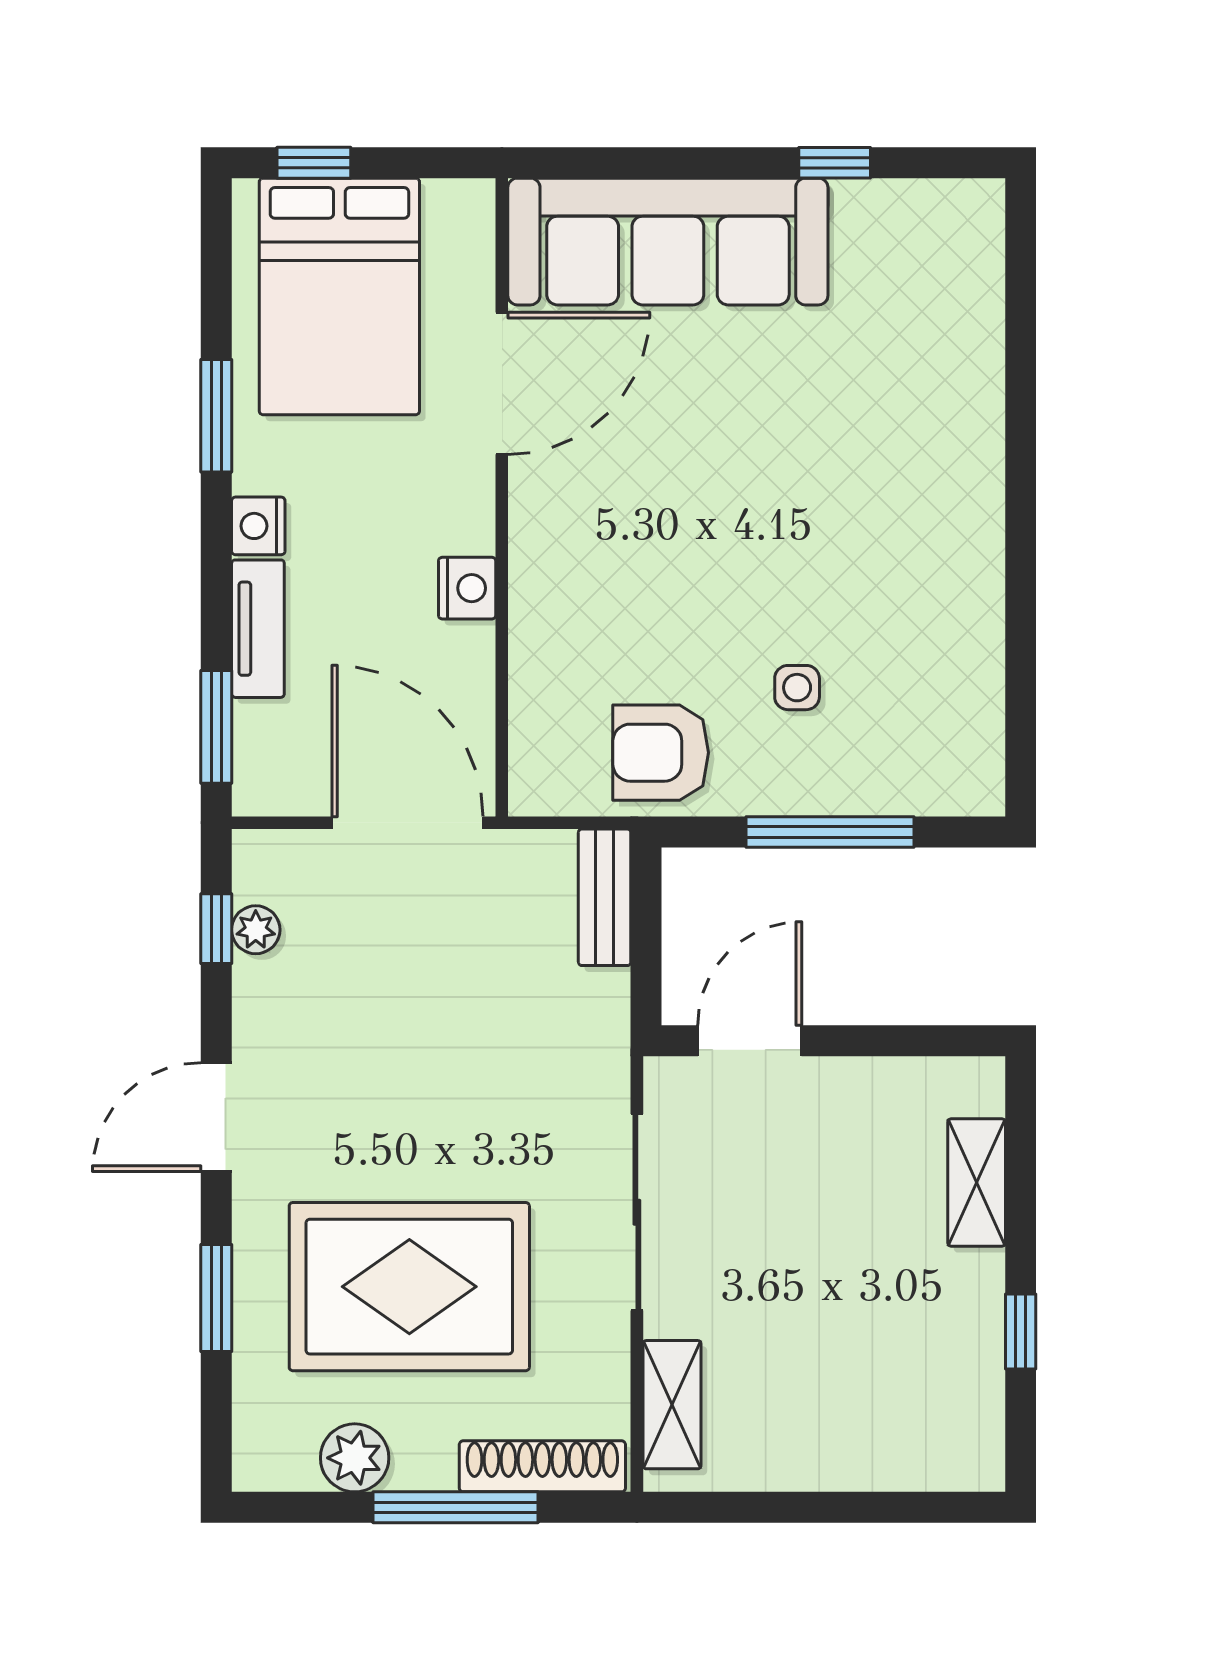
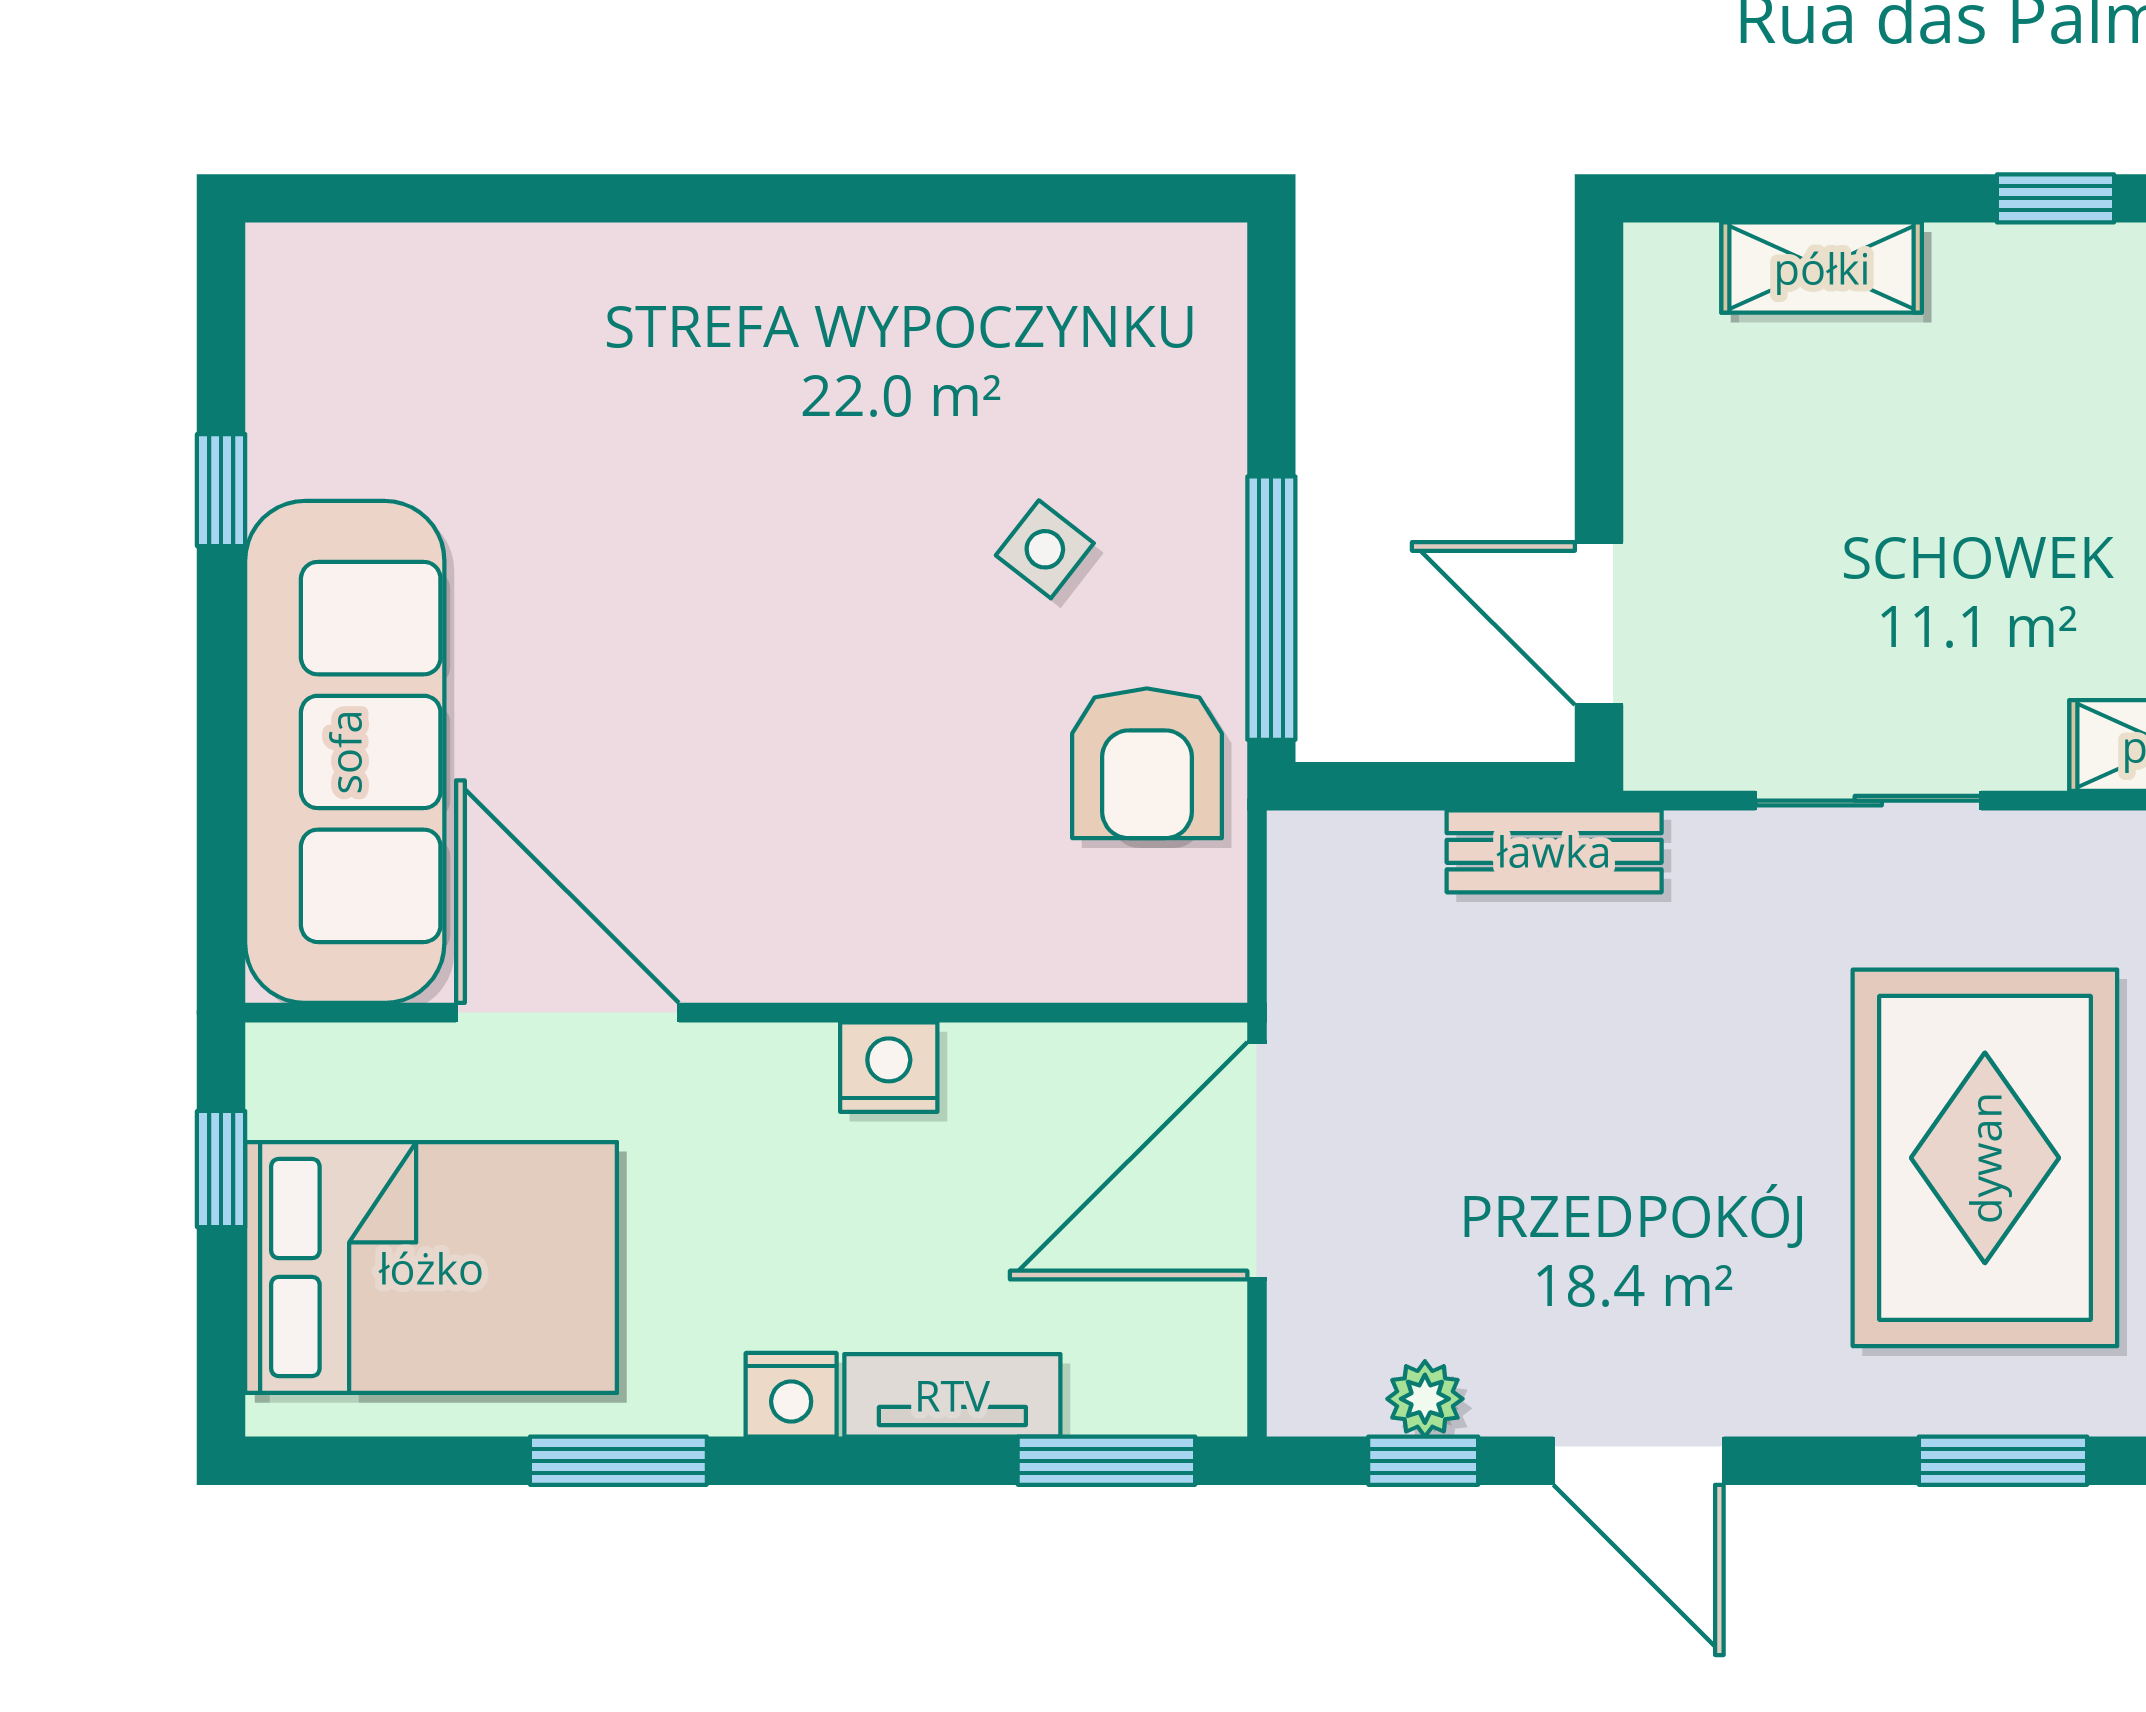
window: (314, 163) -> (221, 1169), moved
side table: (797, 688) -> (1045, 549), turned 38
window: (830, 832) -> (1271, 608), moved
bench: (605, 897) -> (1554, 851), moved
door: (216, 1117) -> (1639, 1461), moved
sliding door: (637, 1212) -> (1868, 801), width x0.73

